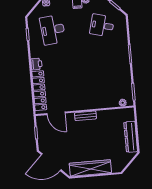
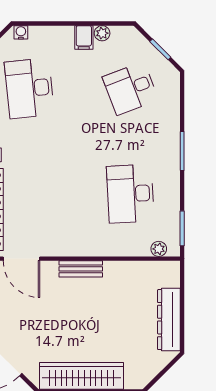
desk: (102, 25) -> (130, 88), turned -36
desk: (107, 77) -> (130, 194), added

